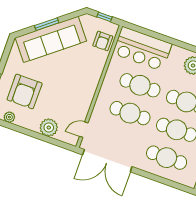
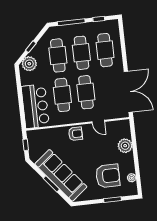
armchair: (103, 41) -> (75, 134), moved
door: (84, 130) -> (98, 122), moved

